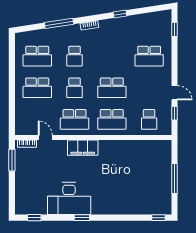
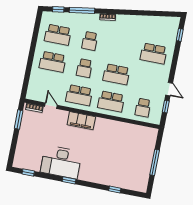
window: (120, 14) -> (58, 9), moved
window: (159, 218) -> (115, 189), moved

